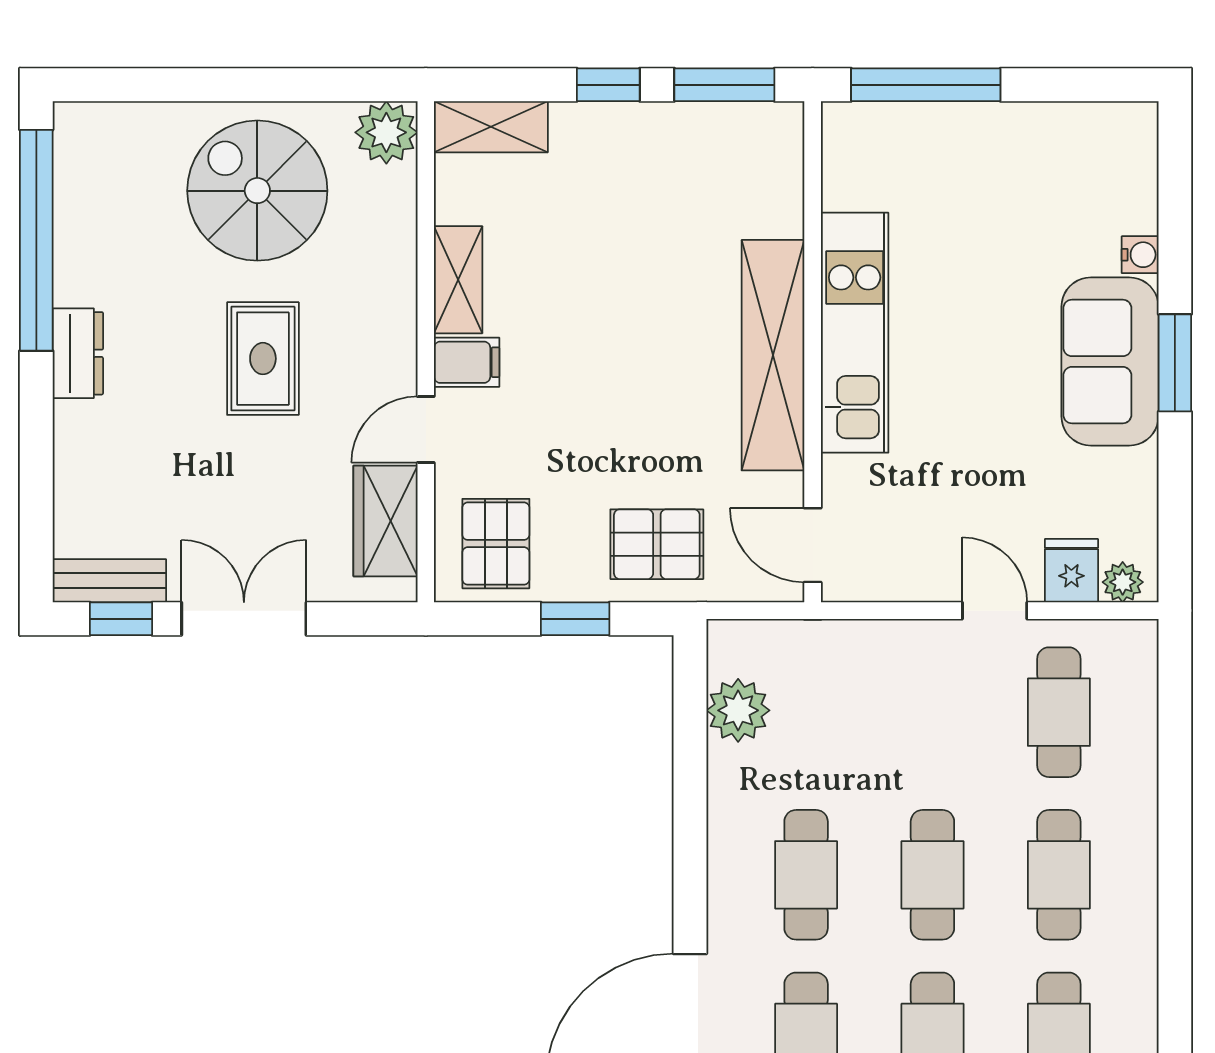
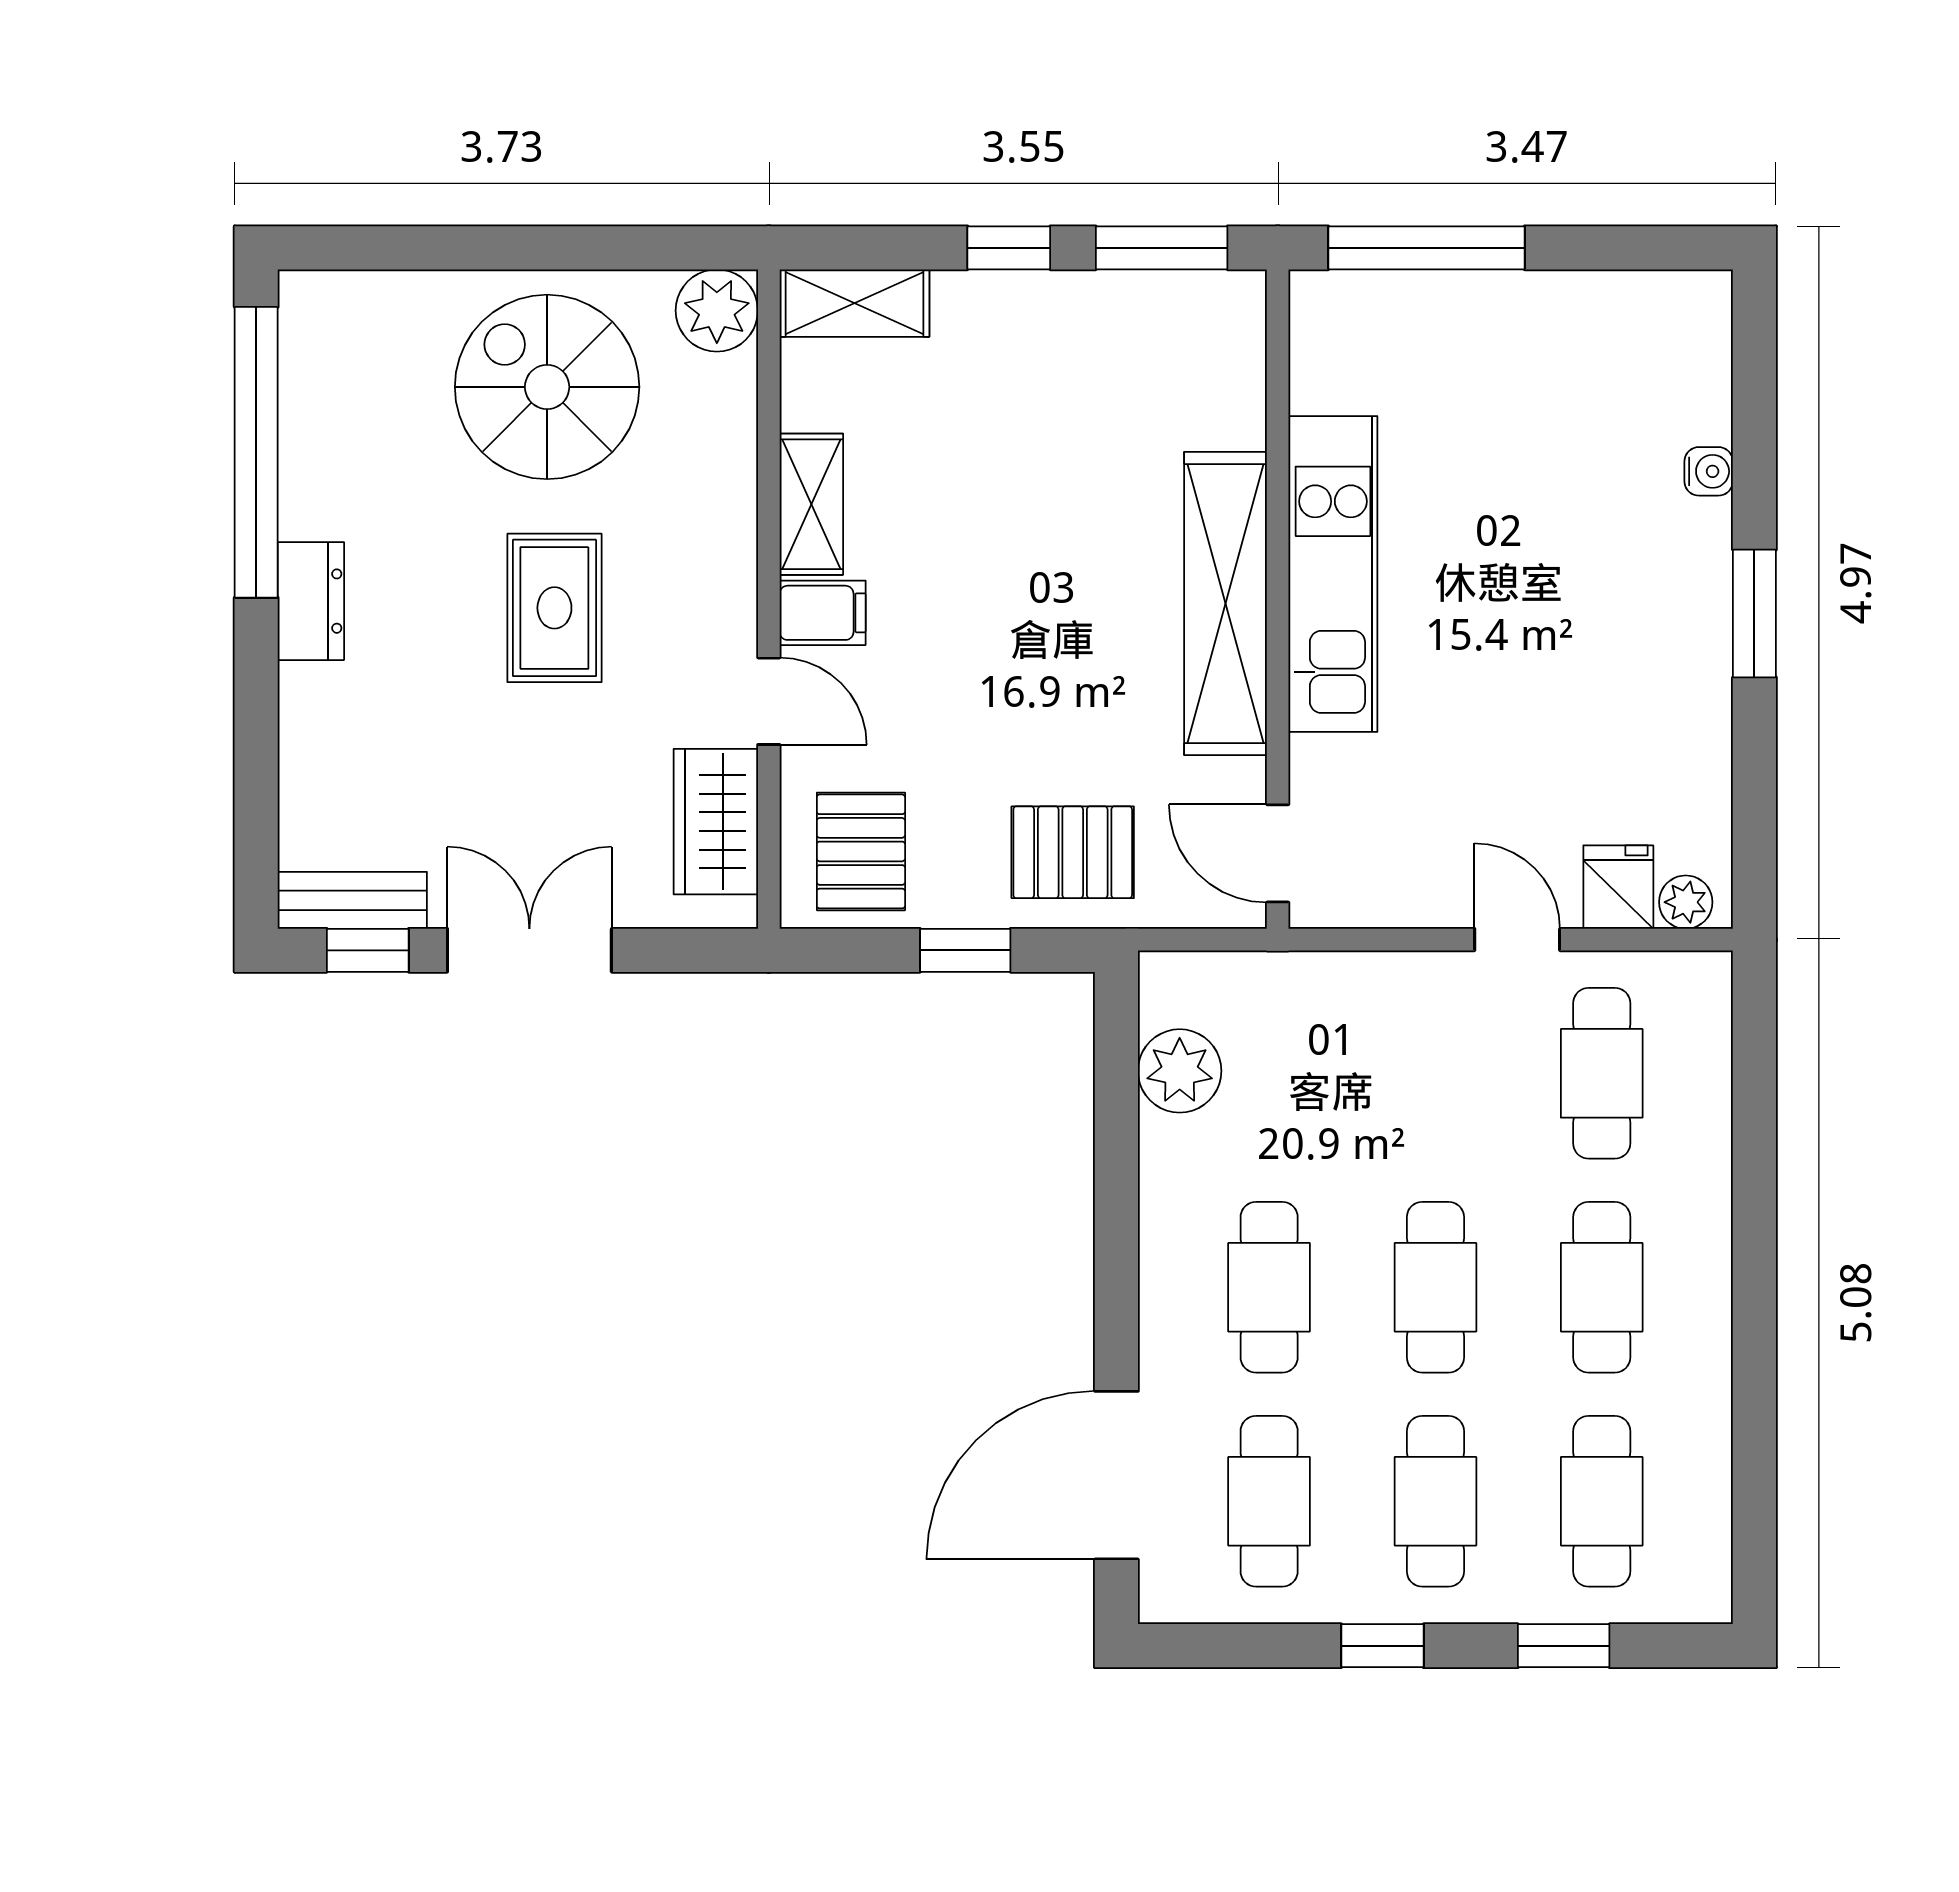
sofa: (1110, 362) -> (1669, 612), removed
door: (426, 429) -> (769, 701), swing flipped

